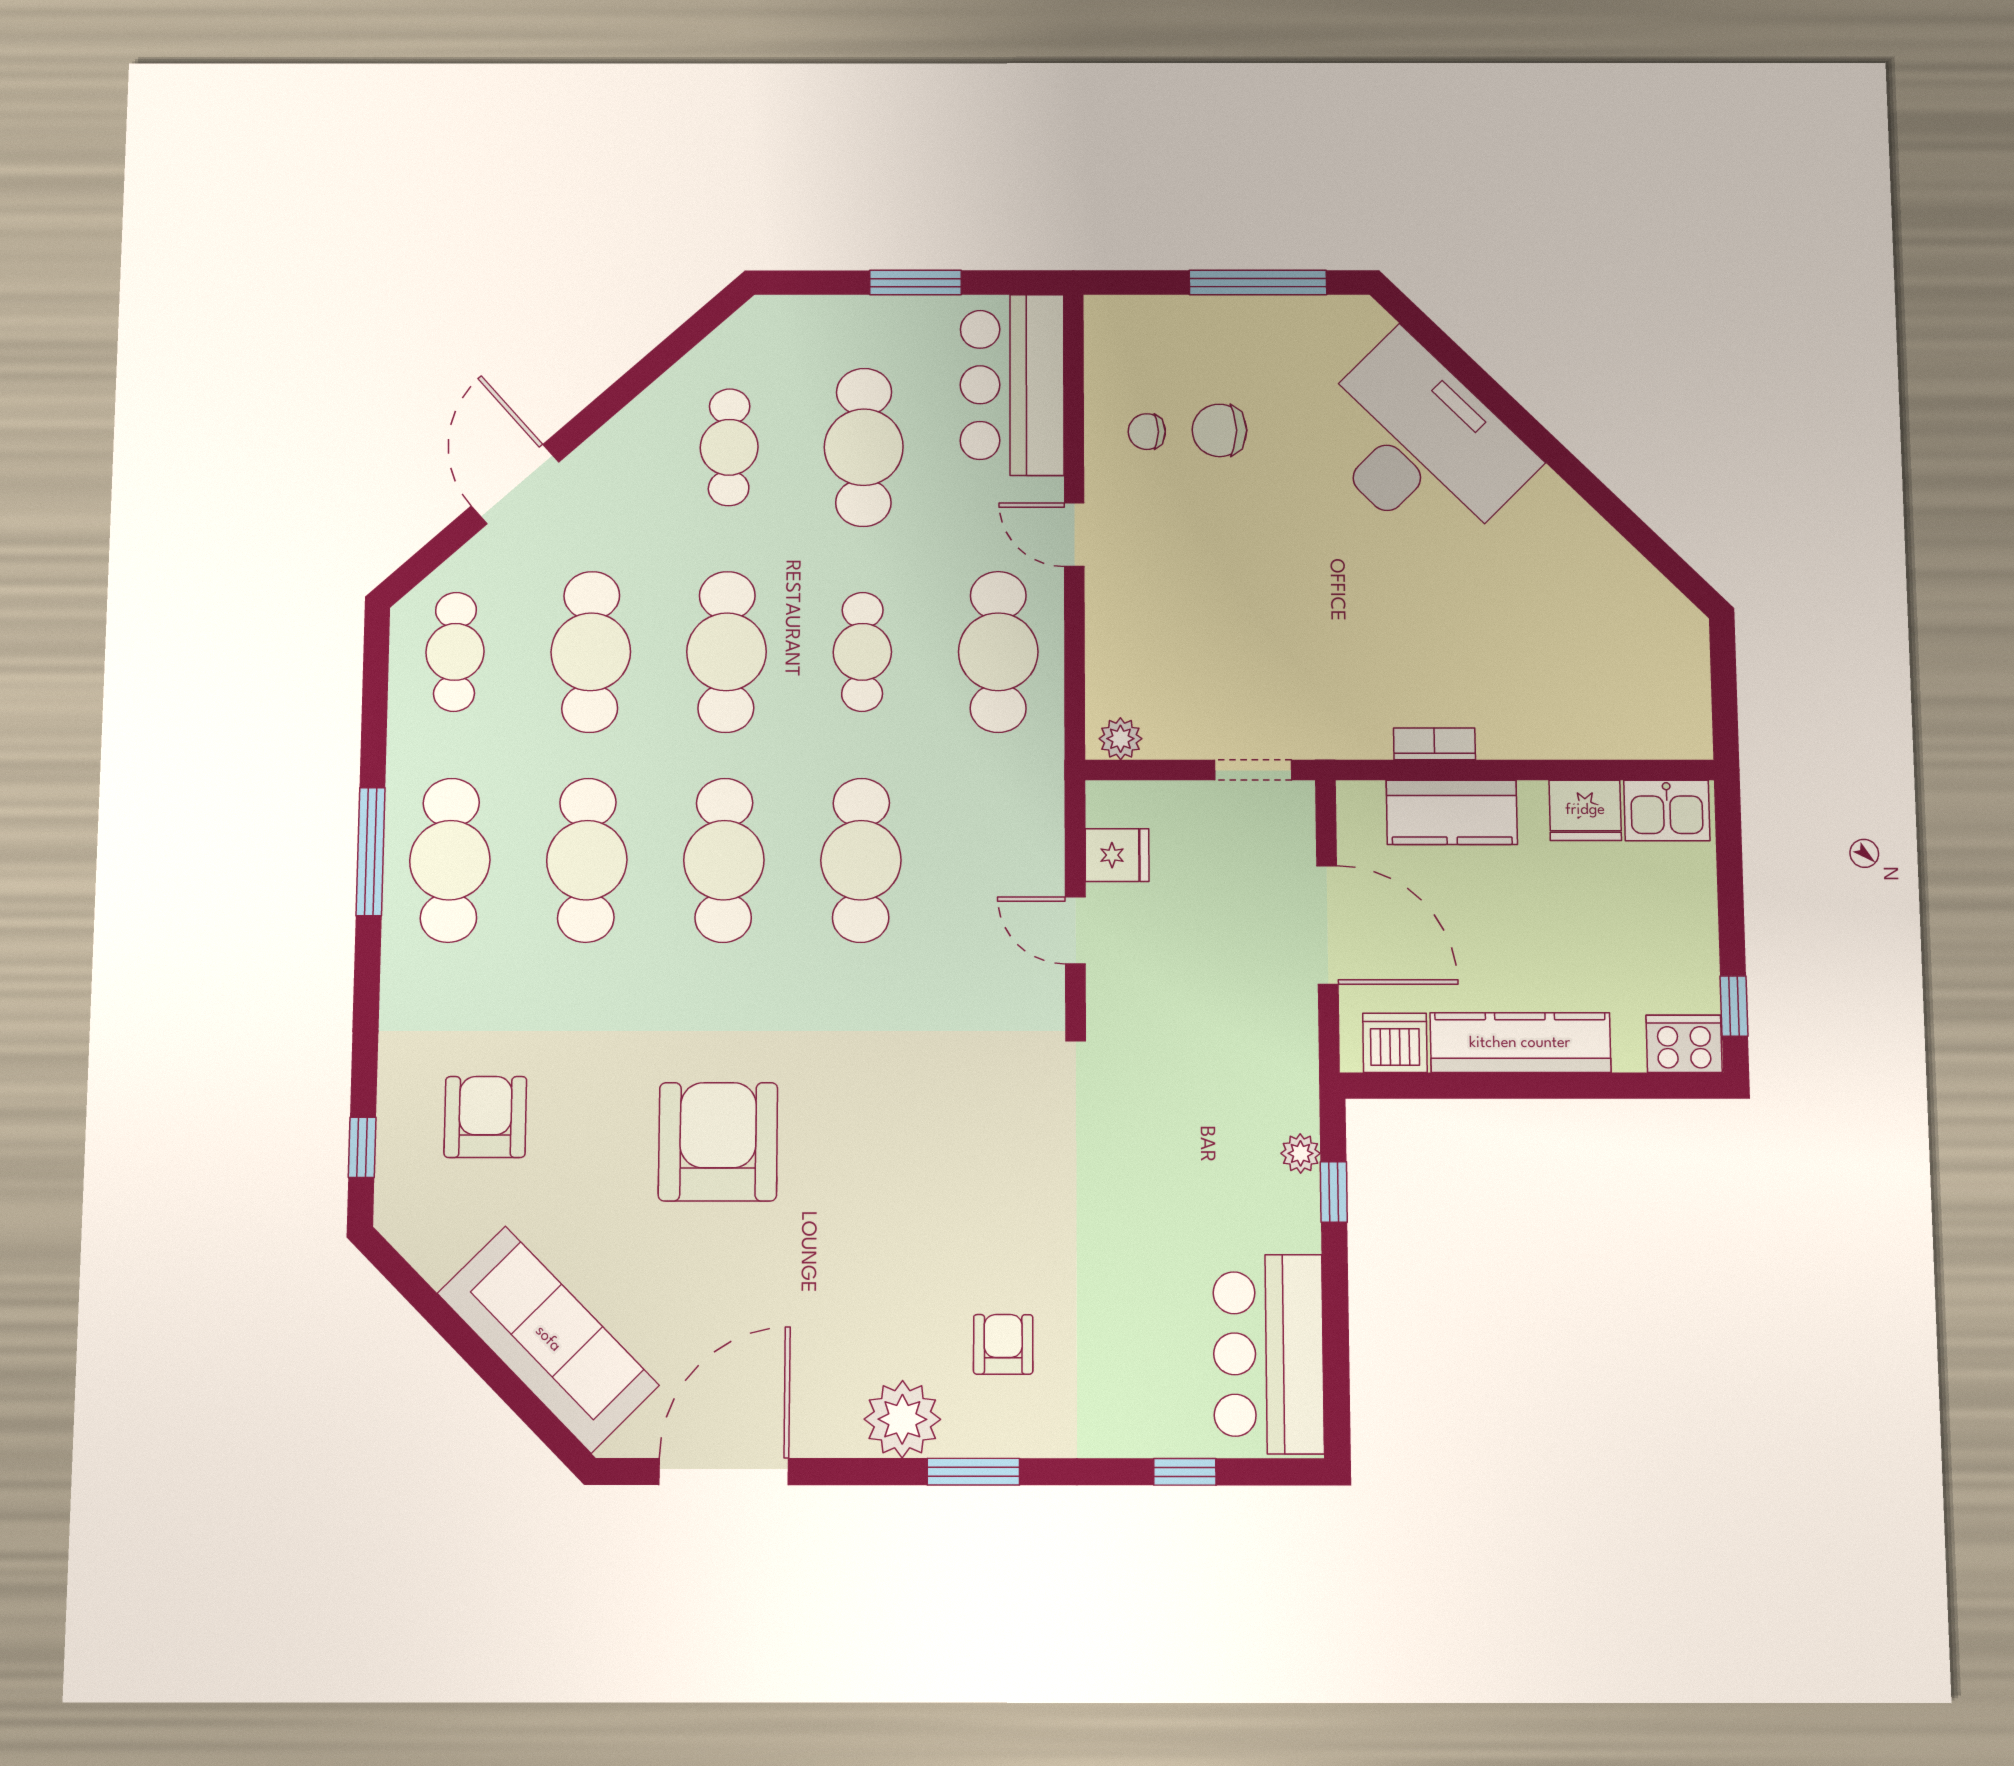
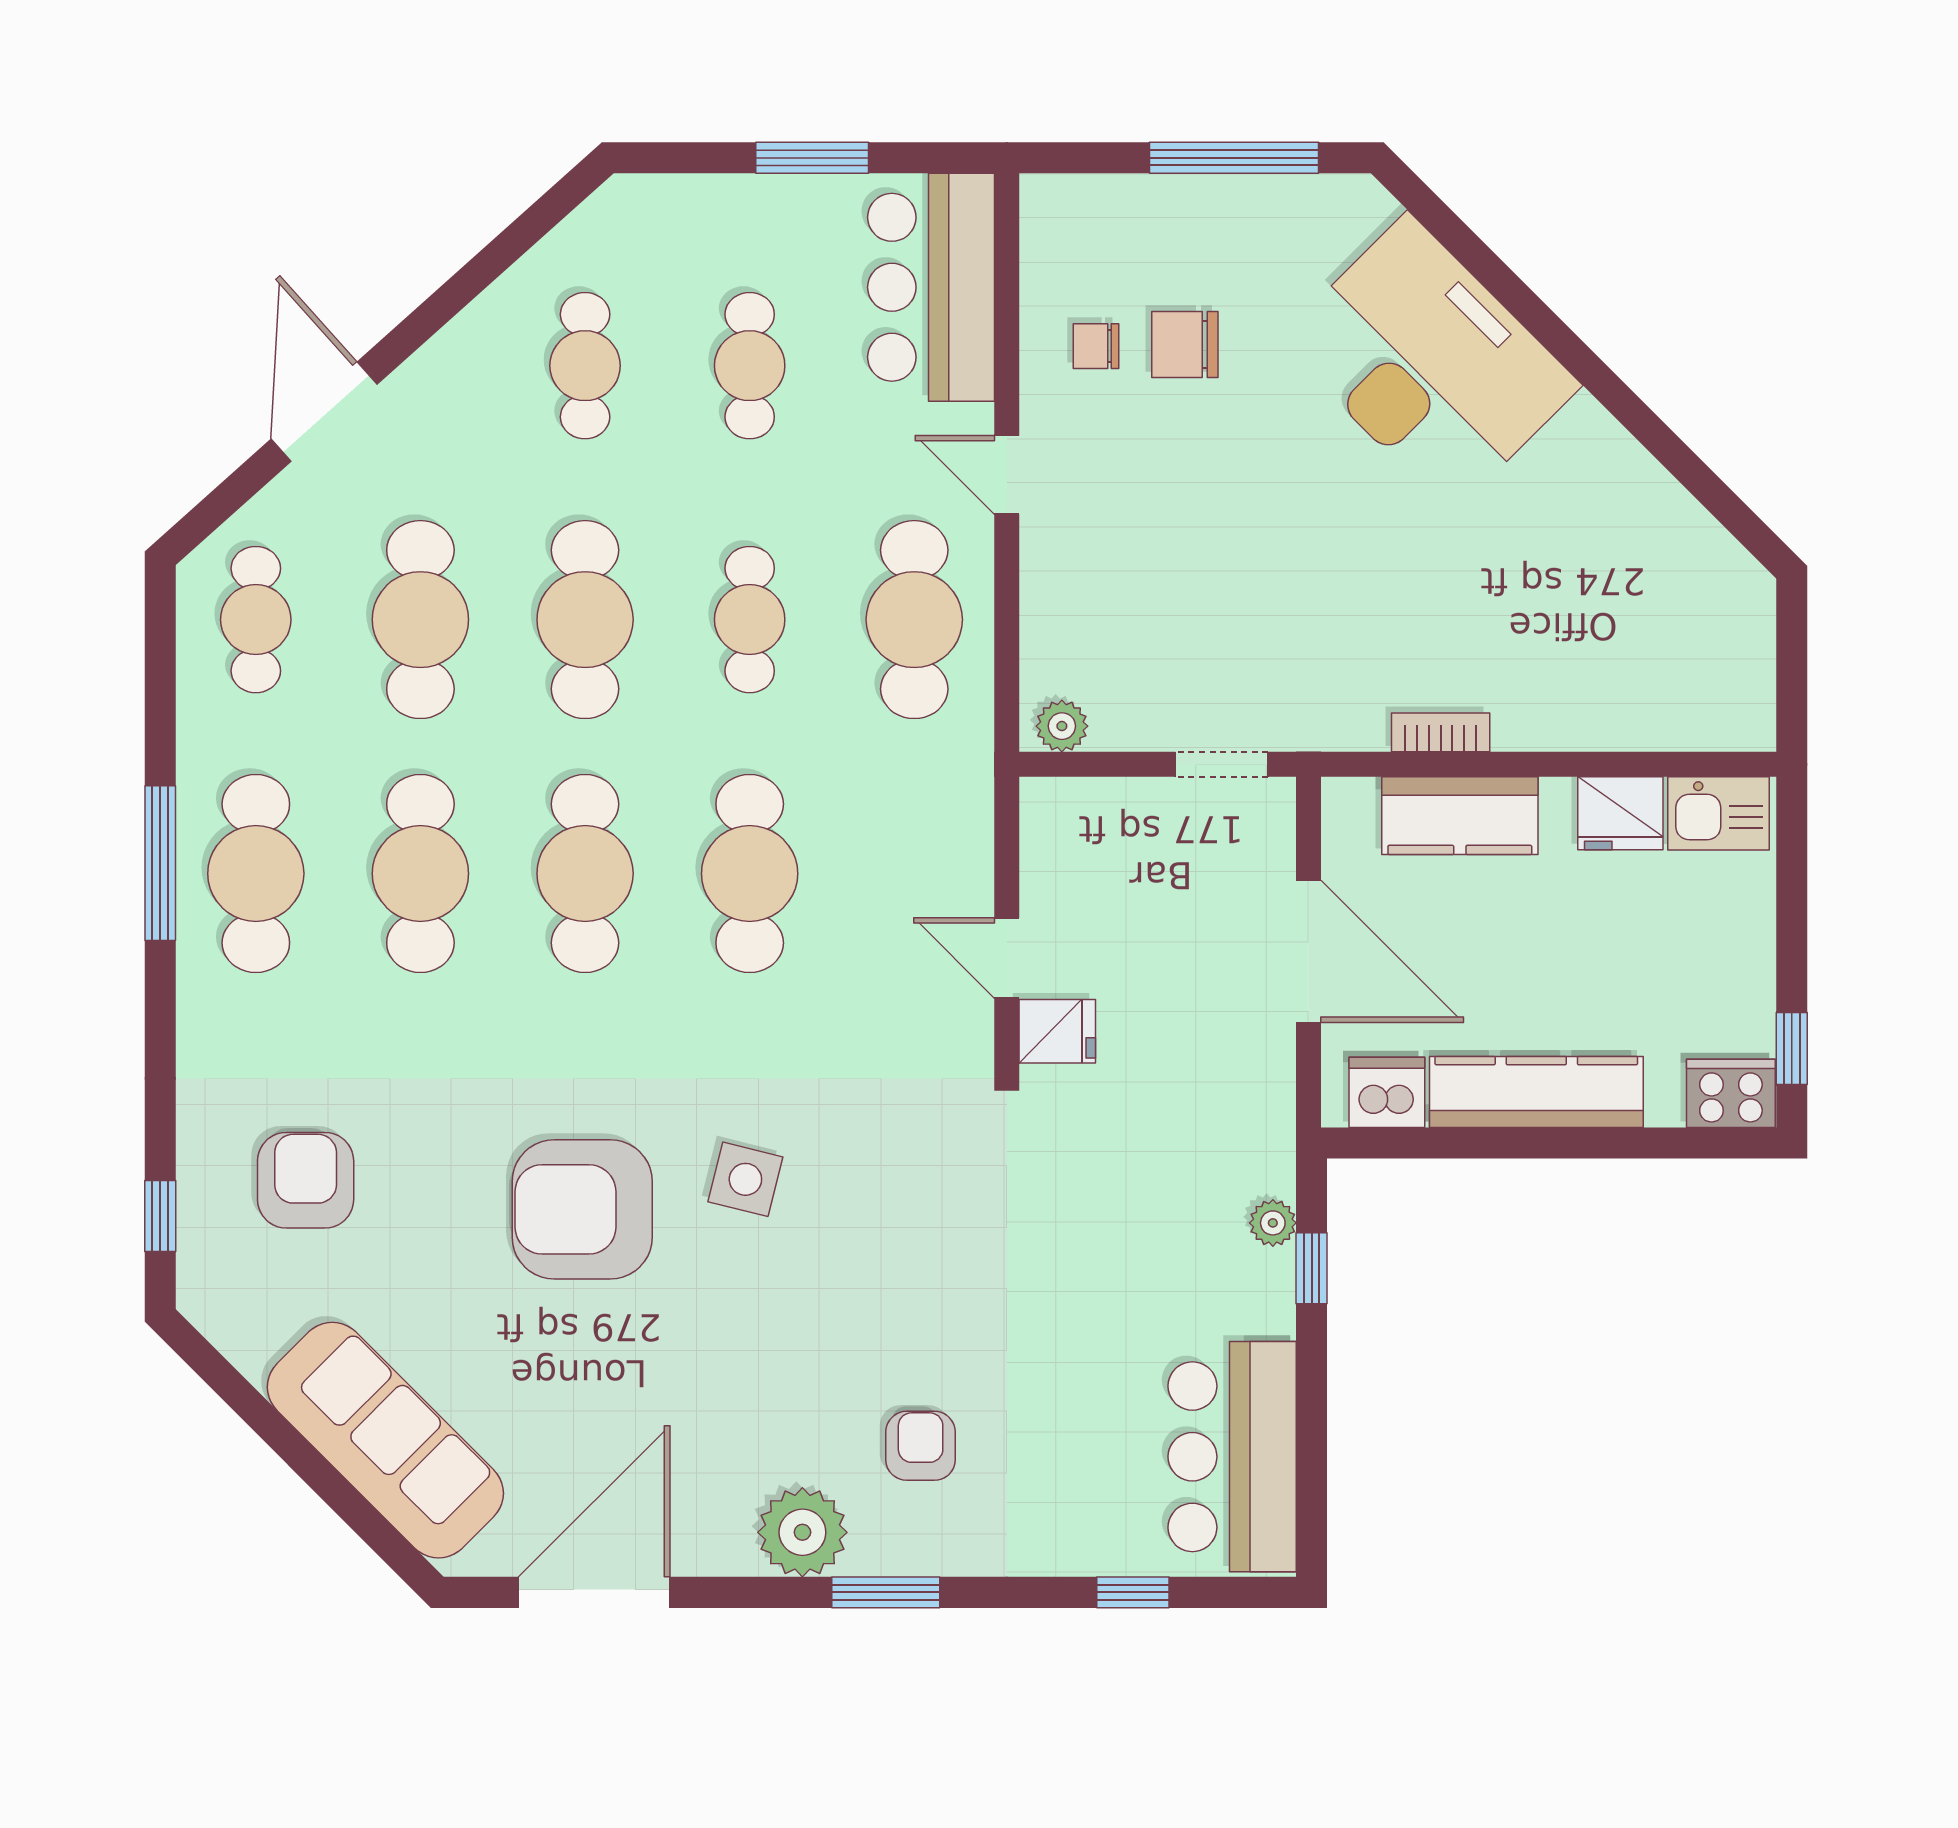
cafe table: (864, 447) -> (750, 366), width x0.73, depth x0.74
fridge: (1117, 855) -> (1057, 1031), moved
side table: (856, 1116) -> (745, 1179), added
armchair: (718, 1142) -> (582, 1209), turned -90

